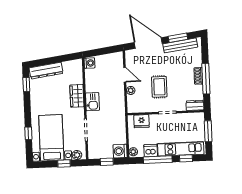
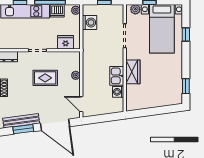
washing machine: (89, 63) -> (118, 92), moved
dresser: (46, 71) -> (164, 100), removed
door: (125, 75) -> (81, 104), moved
rug: (159, 87) -> (45, 78), turned 90
kitchen sink: (92, 102) -> (117, 76), moved
washing machine: (120, 151) -> (90, 23), moved

